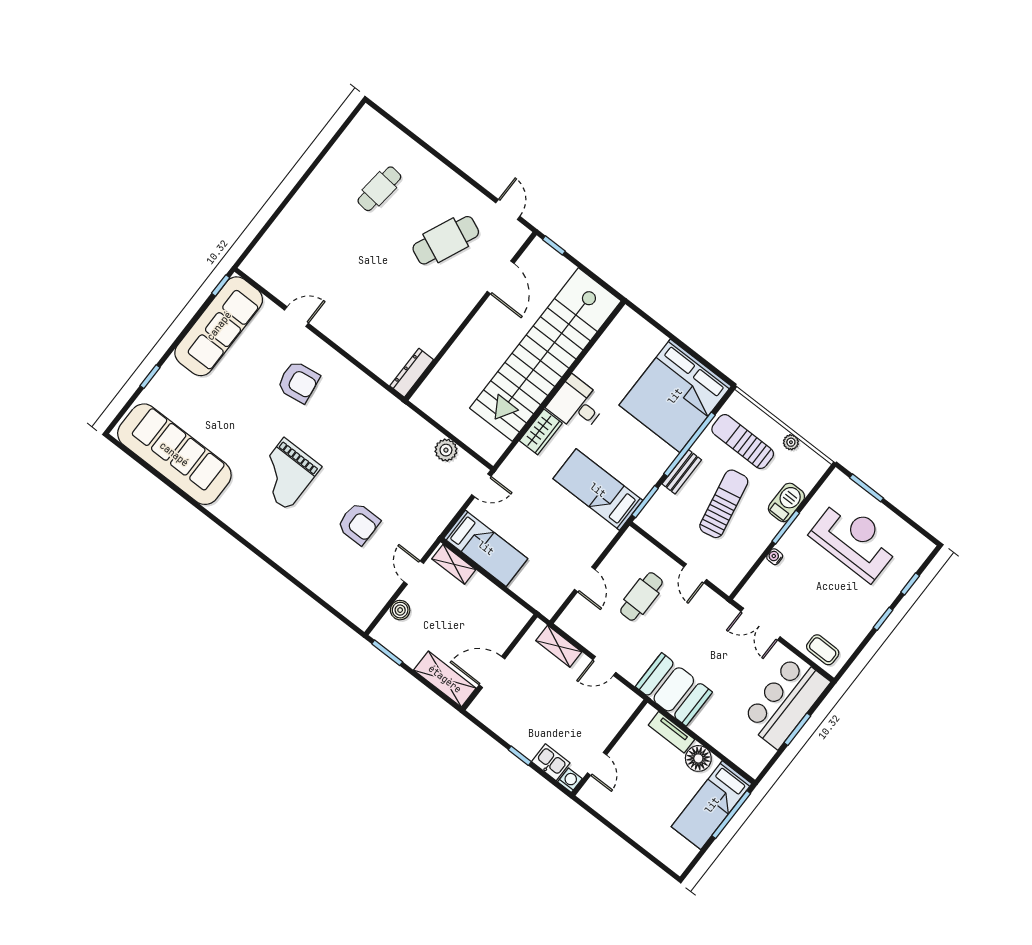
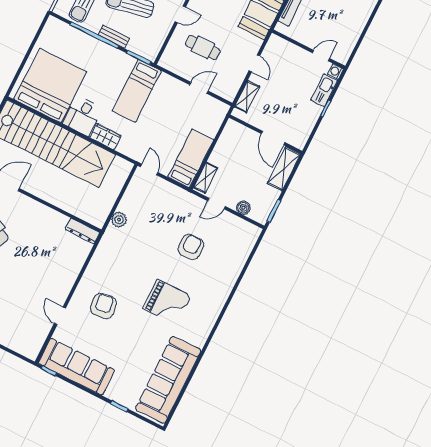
bed: (675, 396) -> (50, 86), moved, turned -90
plant: (446, 450) -> (119, 220), moved
kitchen sink: (551, 762) -> (324, 90), width x1.38

